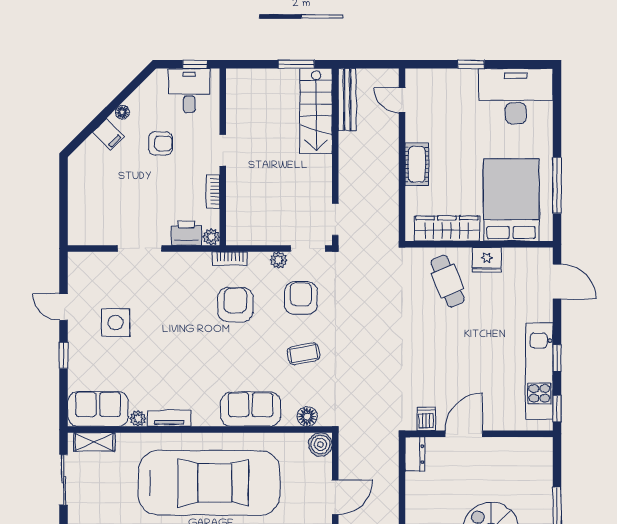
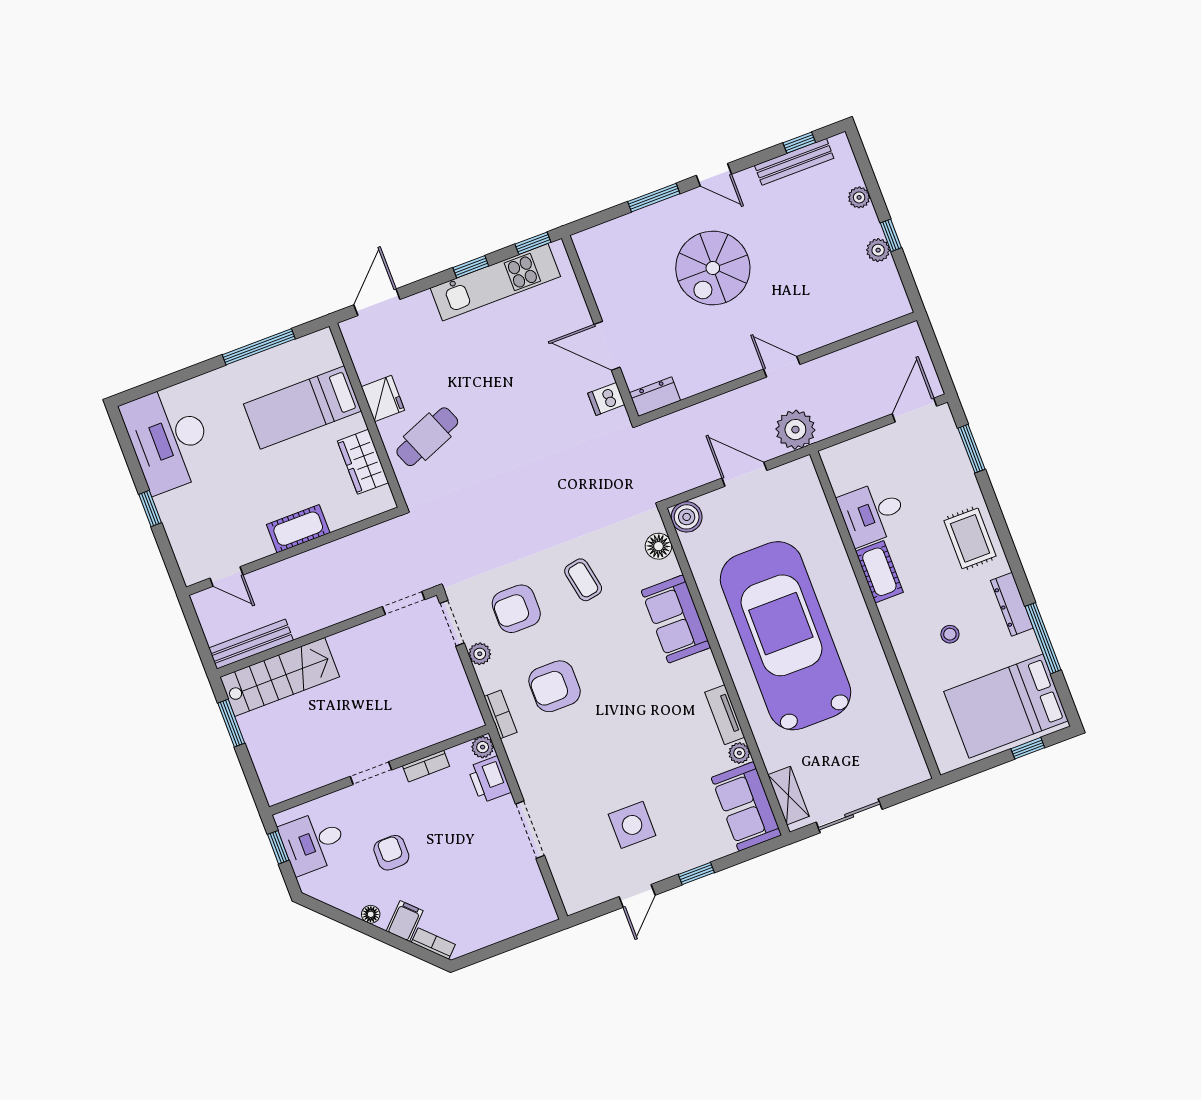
door: (402, 100) -> (227, 577), hinge flipped
bookcase: (85, 149) -> (433, 943), added
bed: (511, 200) -> (302, 408), width x0.67
wardrobe: (447, 229) -> (363, 462), width x0.67

